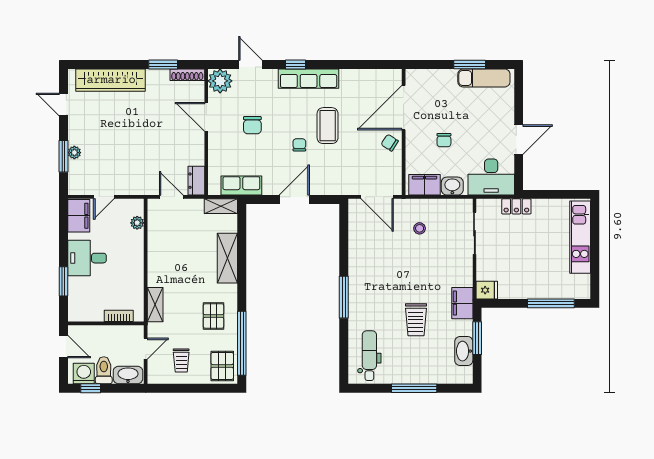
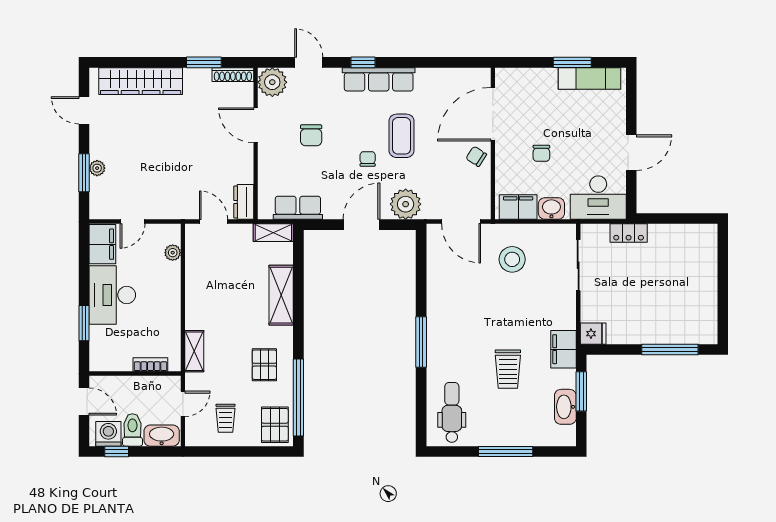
plant: (331, 182) -> (406, 204), added
stool: (420, 228) -> (512, 259), width x1.89, depth x1.89
kitchen unit: (580, 237) -> (705, 270), removed
desk: (87, 258) -> (112, 295), width x1.37

